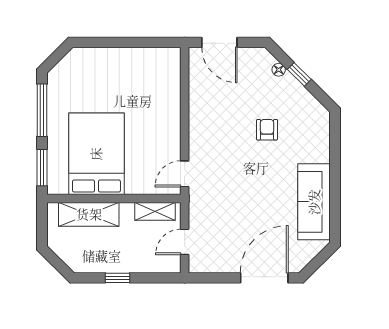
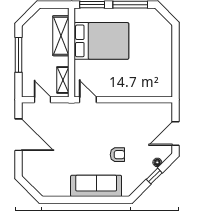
door: (219, 42) -> (176, 133), moved
sofa: (314, 202) -> (96, 186), moved
window: (117, 278) -> (19, 55), width x2.17
door: (264, 278) -> (19, 135), moved

